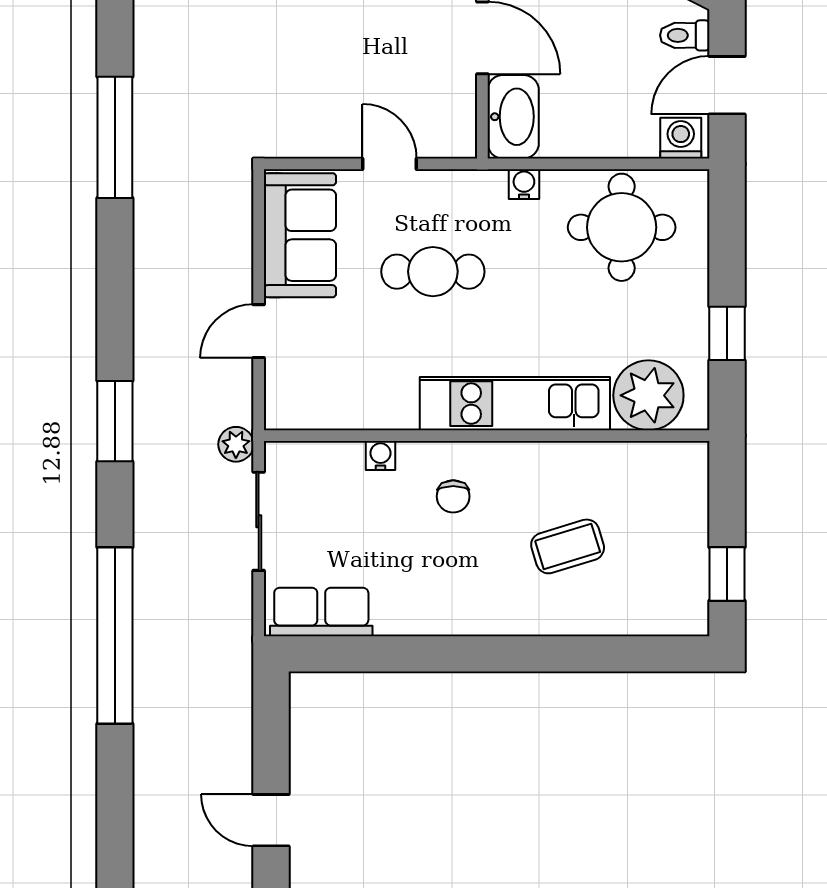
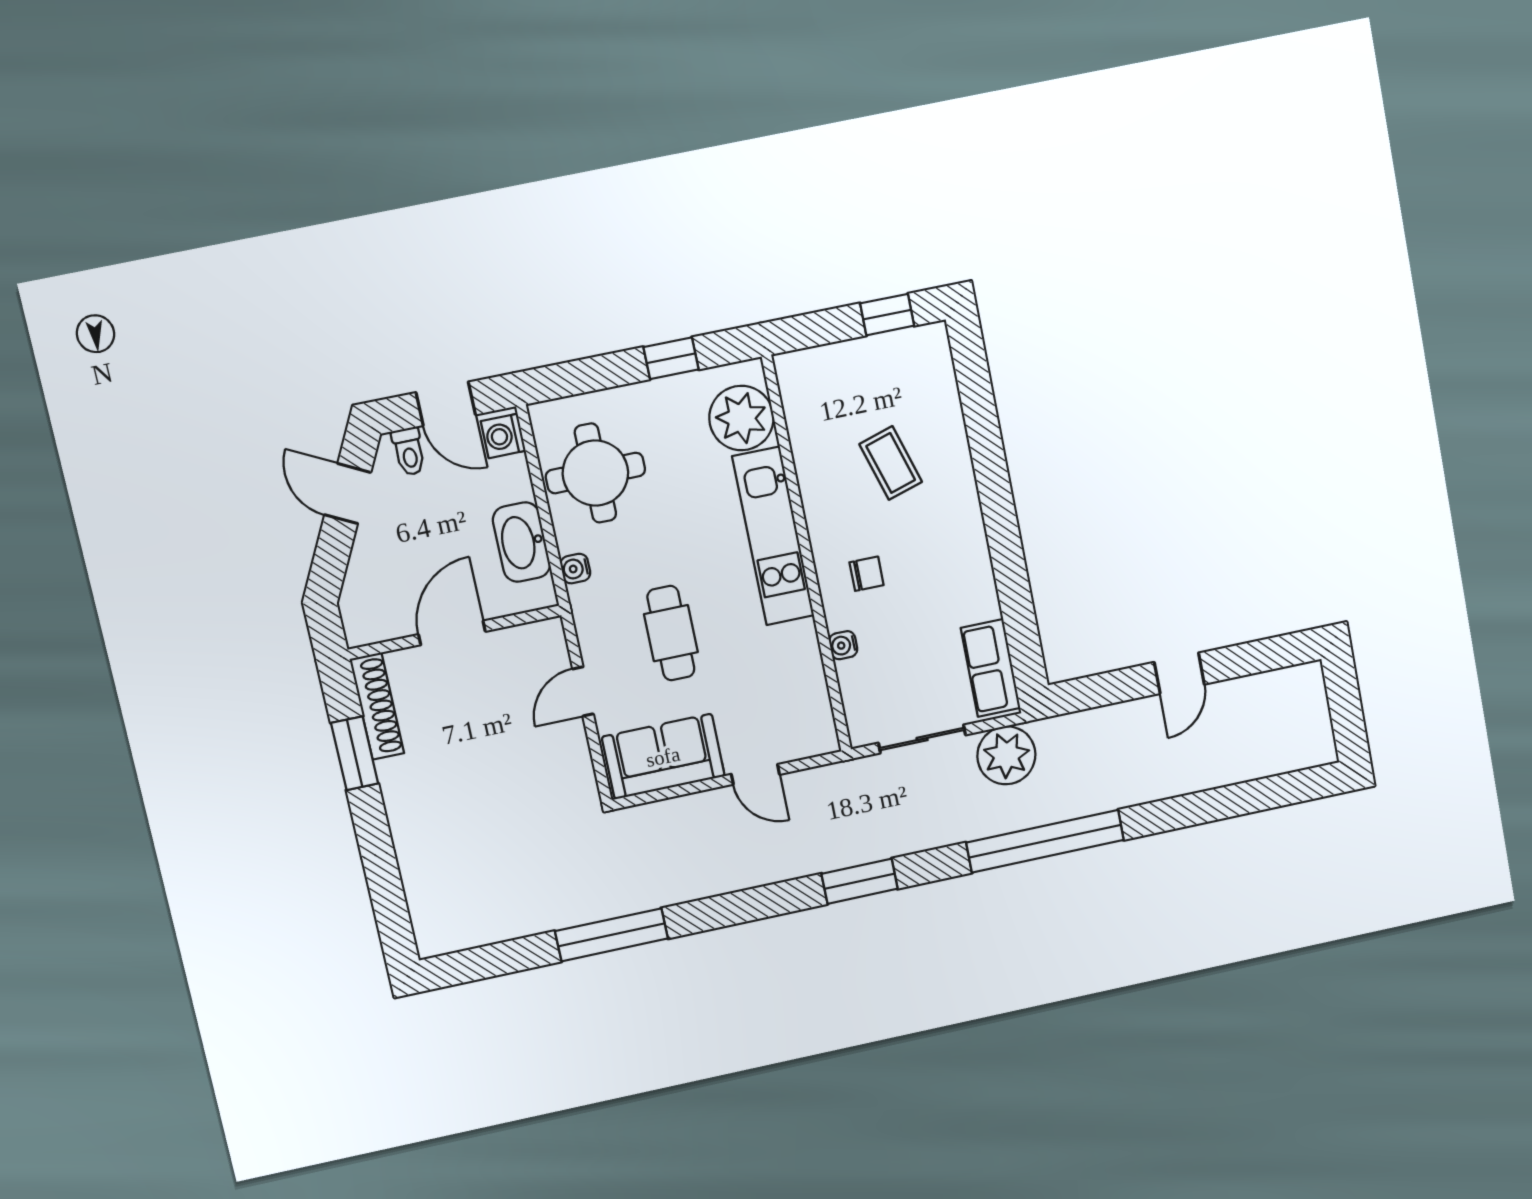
washbasin: (513, 117) -> (521, 542), moved, turned -90
plant: (236, 444) -> (1006, 755), moved, width x1.87, depth x1.87

